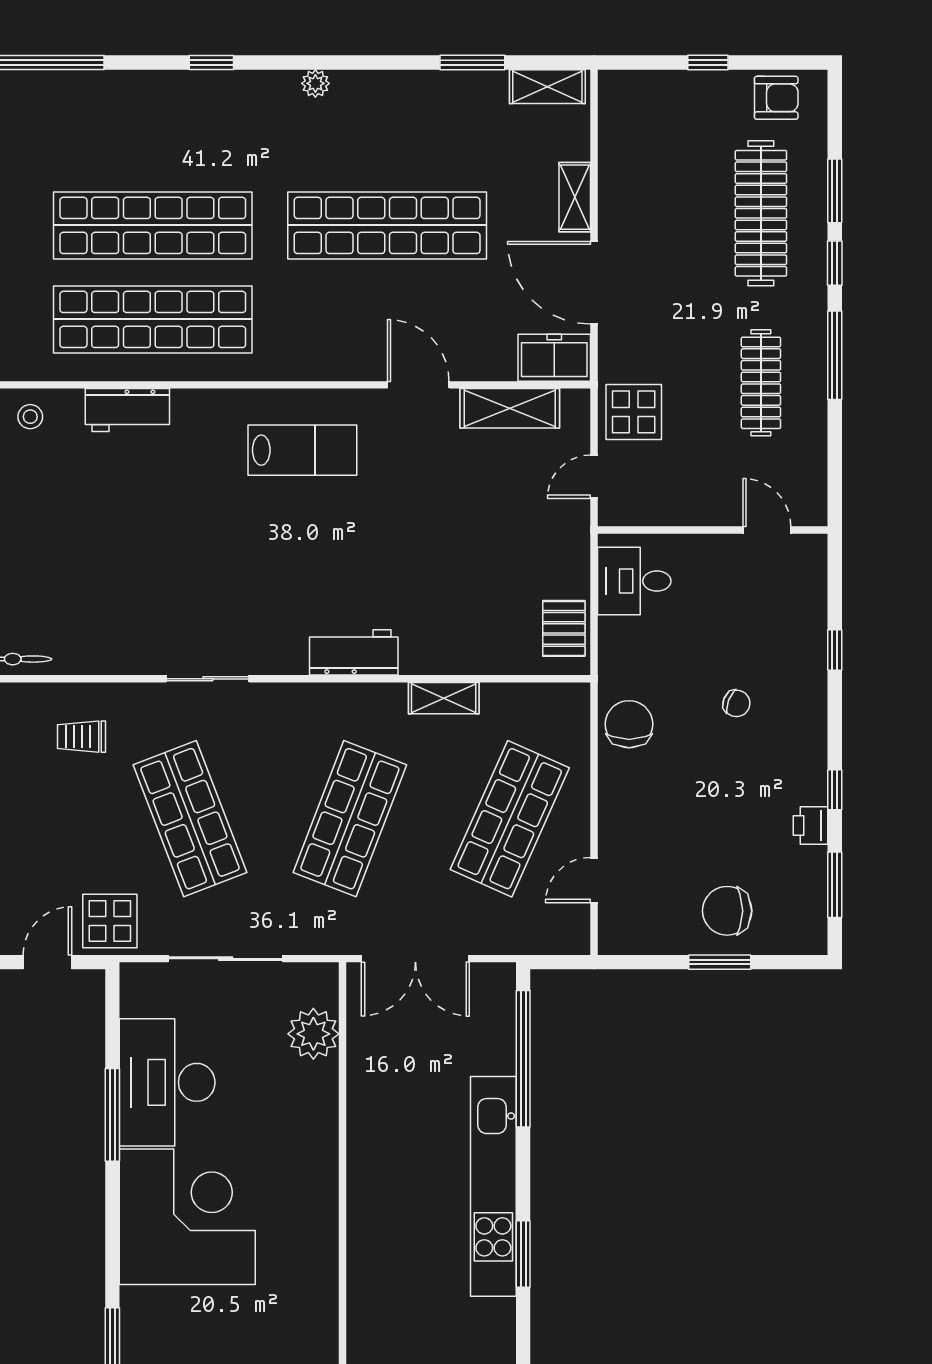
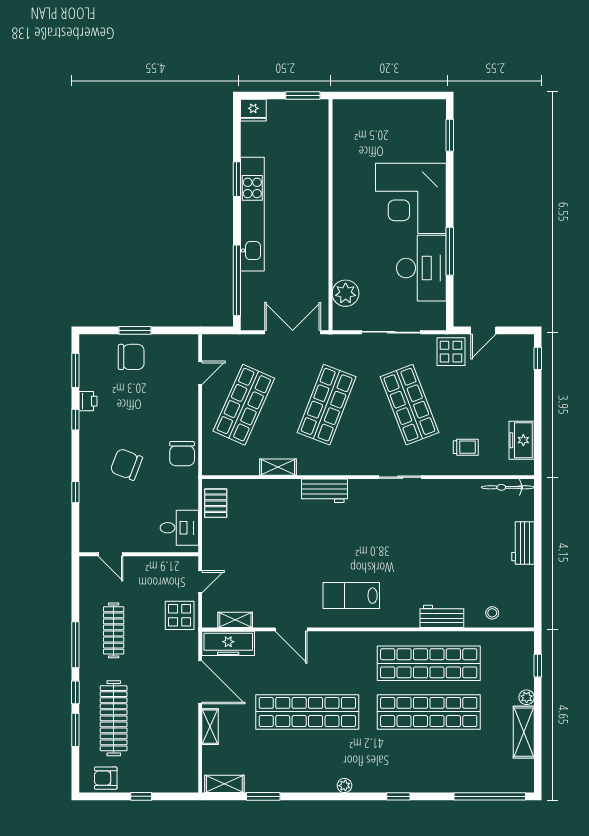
freezer: (554, 358) -> (228, 643), width x1.40
shelving: (510, 408) -> (235, 620), width x0.67, depth x0.75
chair: (736, 703) -> (126, 464), width x1.87, depth x1.87

